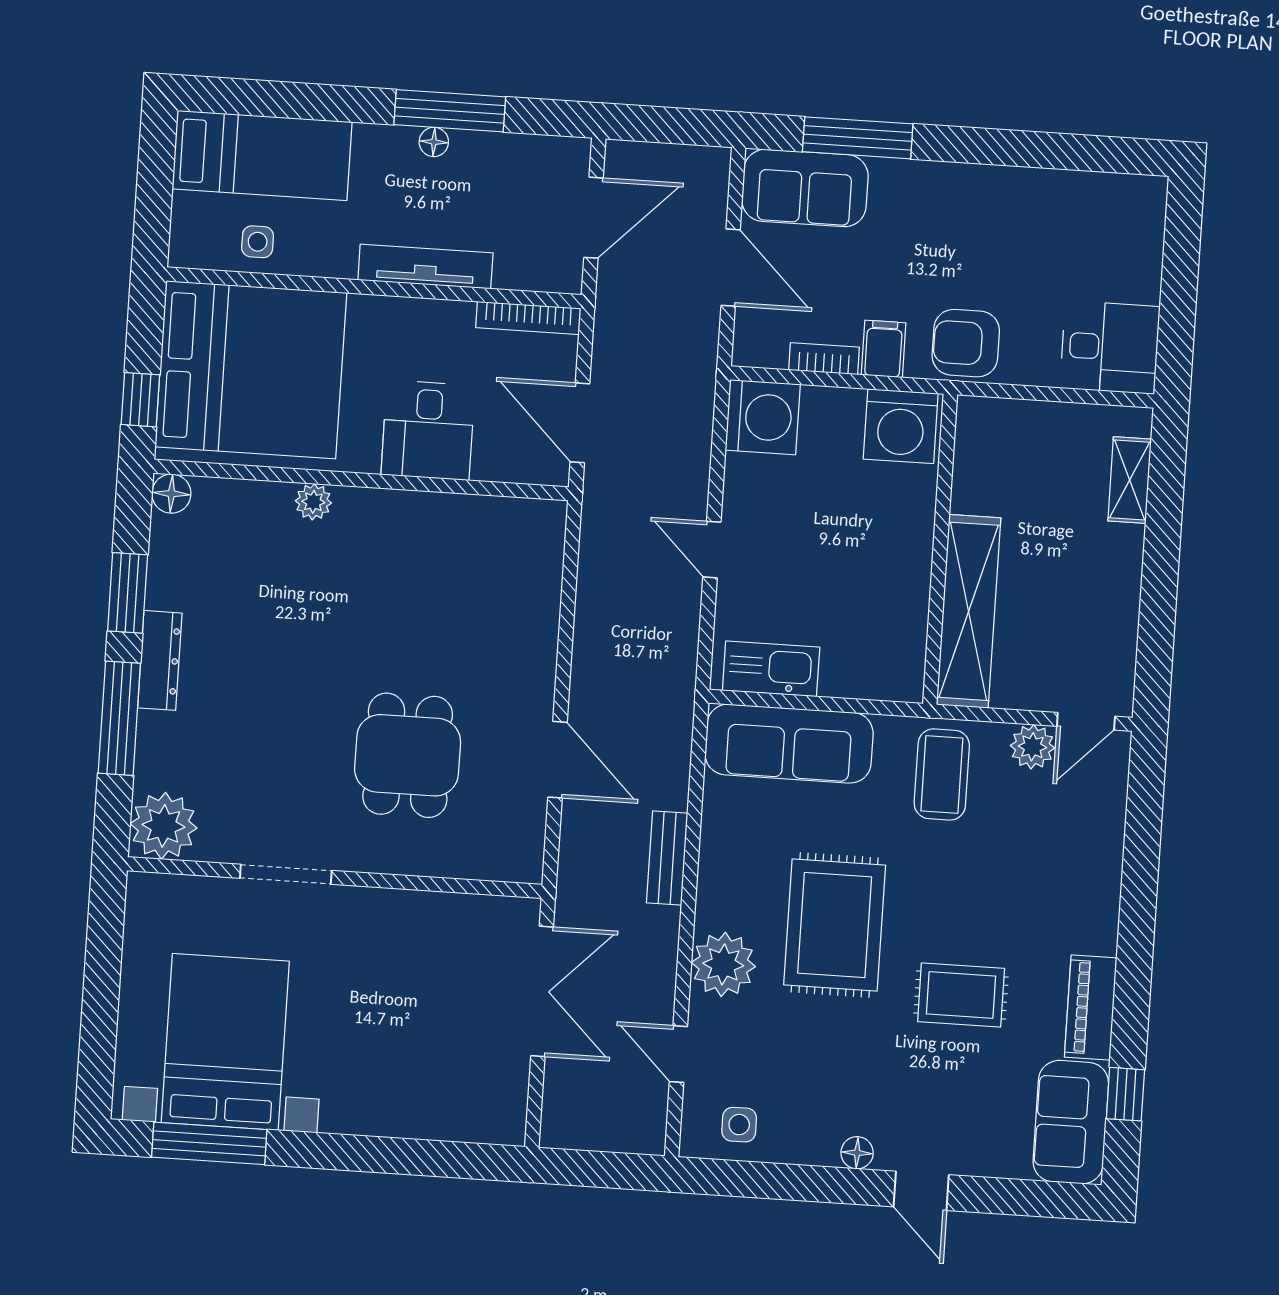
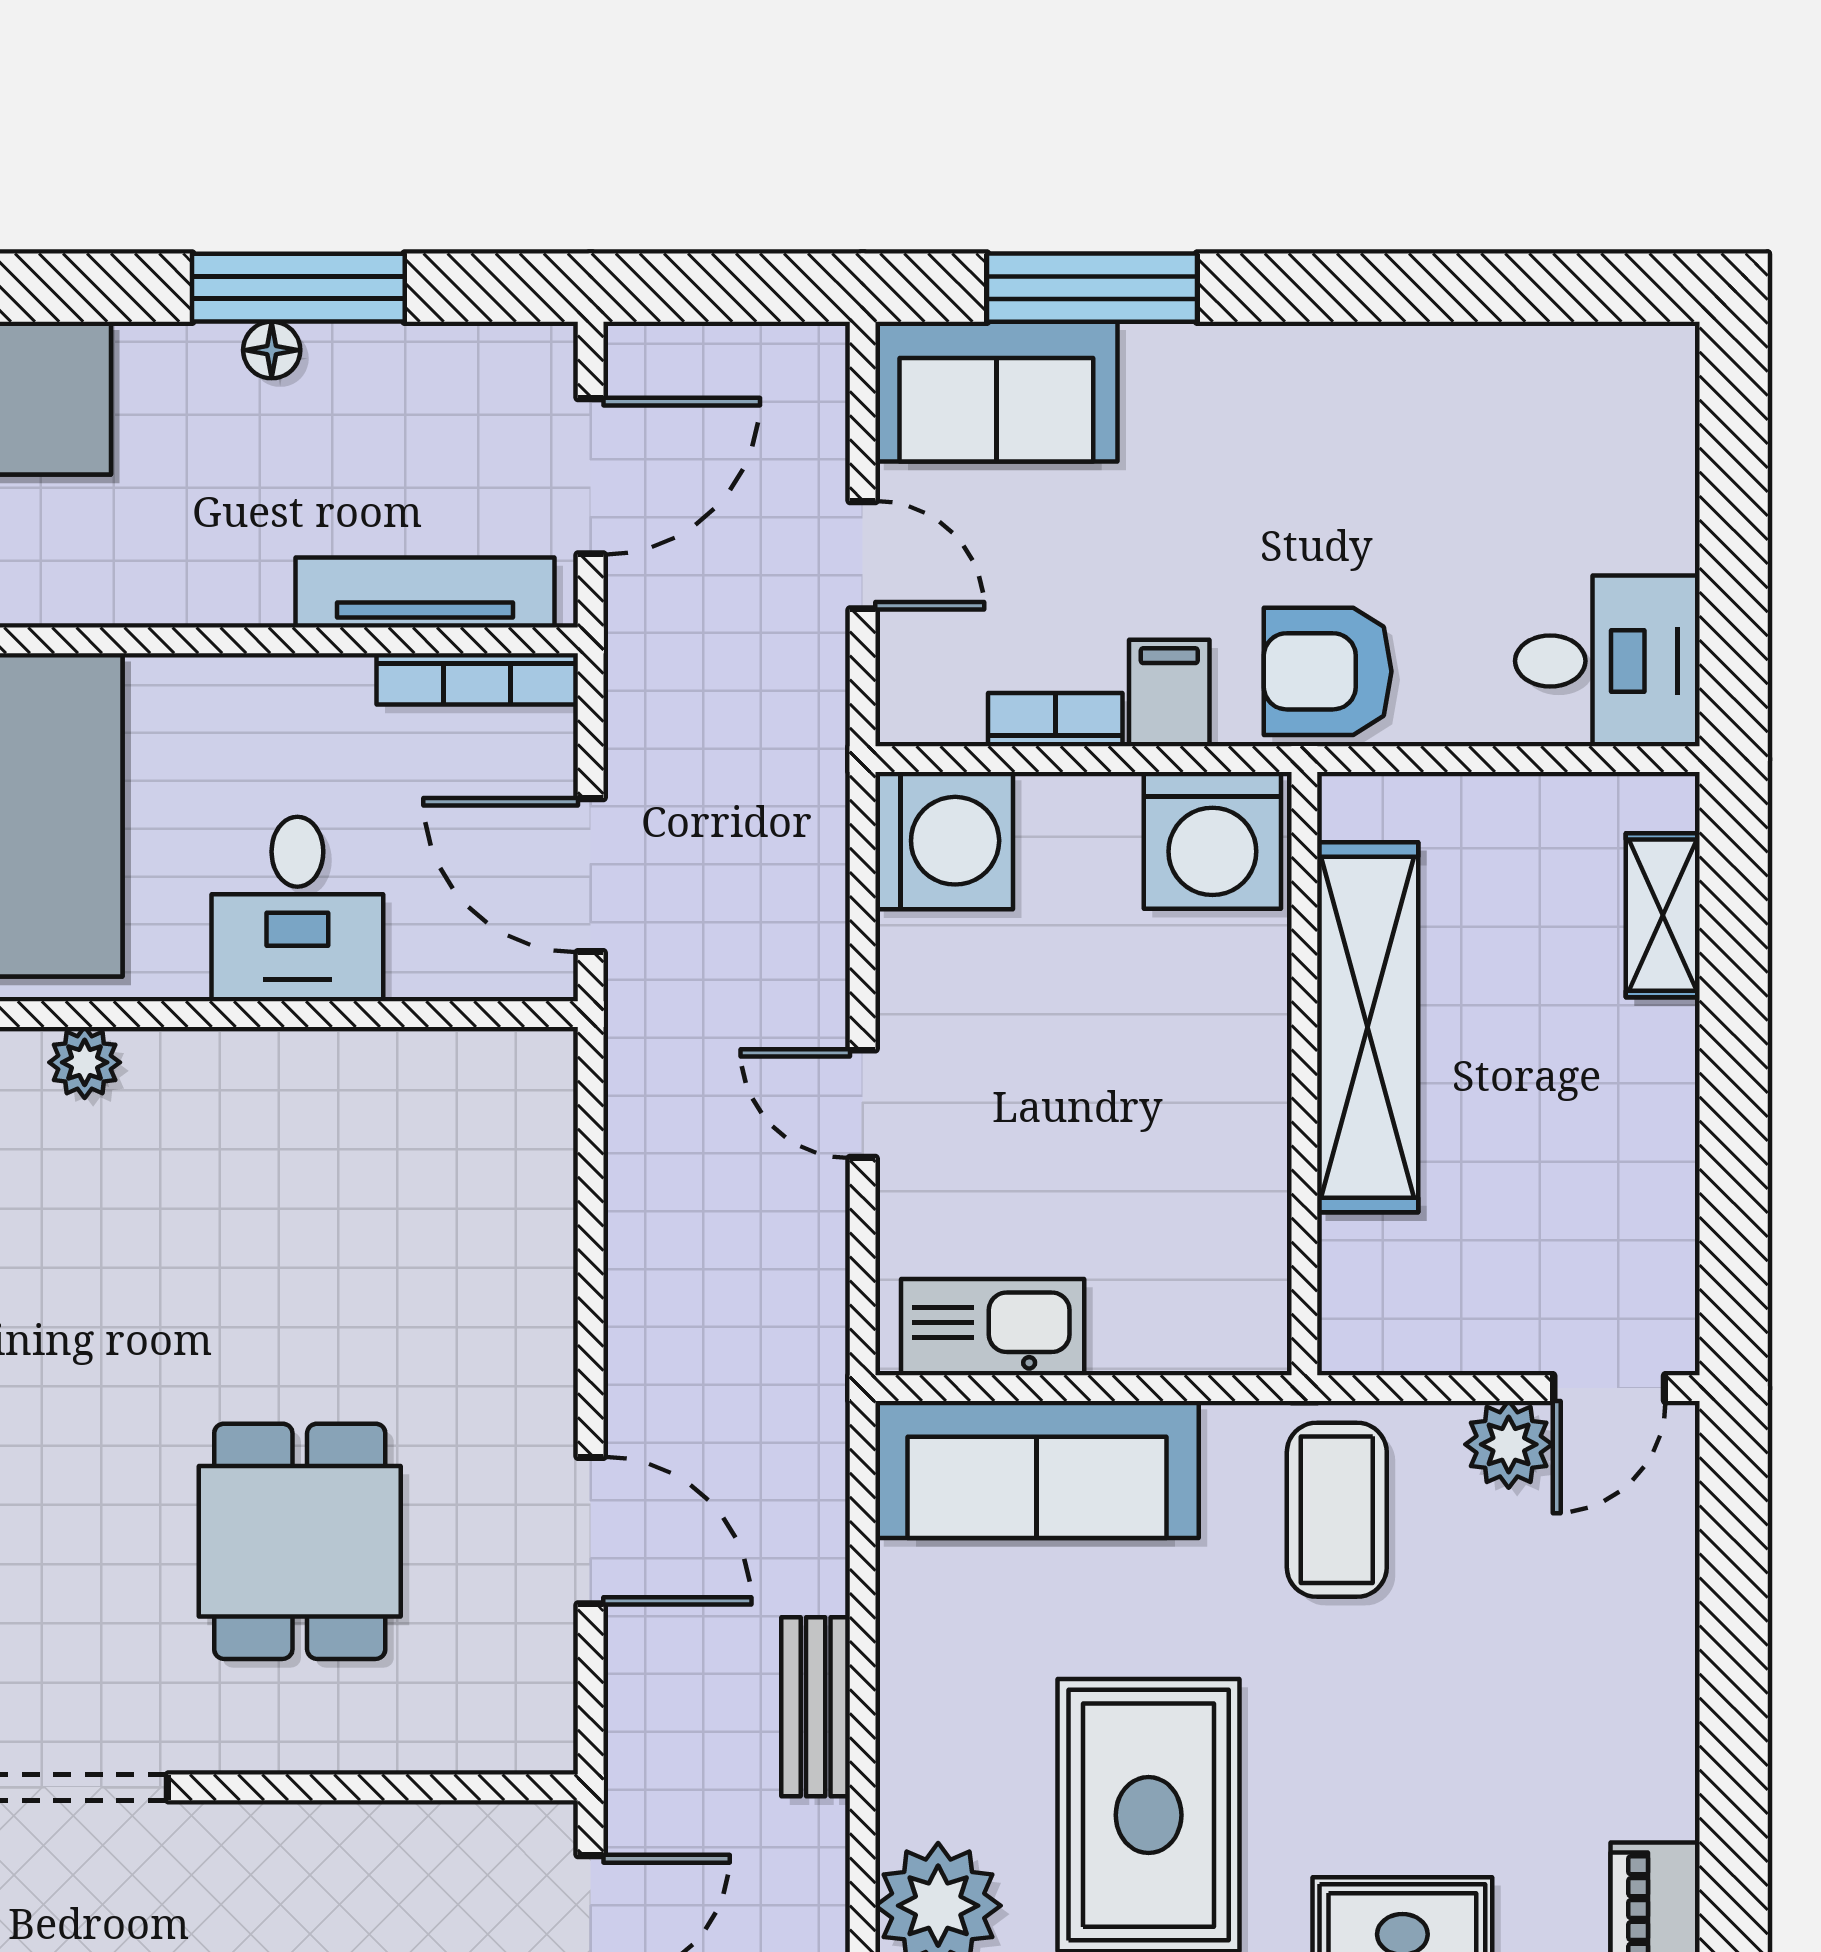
tv unit: (425, 267) -> (425, 592), moved
door: (731, 268) -> (863, 555), width x0.73
shelving: (969, 611) -> (1368, 1027), moved

